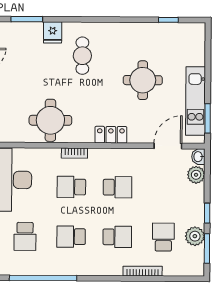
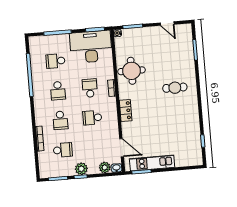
fridge: (53, 32) -> (188, 67), removed
round table: (143, 80) -> (162, 128), removed
school desk: (117, 187) -> (92, 118), turned 90
plant: (195, 236) -> (81, 169), moved
school desk: (71, 237) -> (58, 91), turned 180

